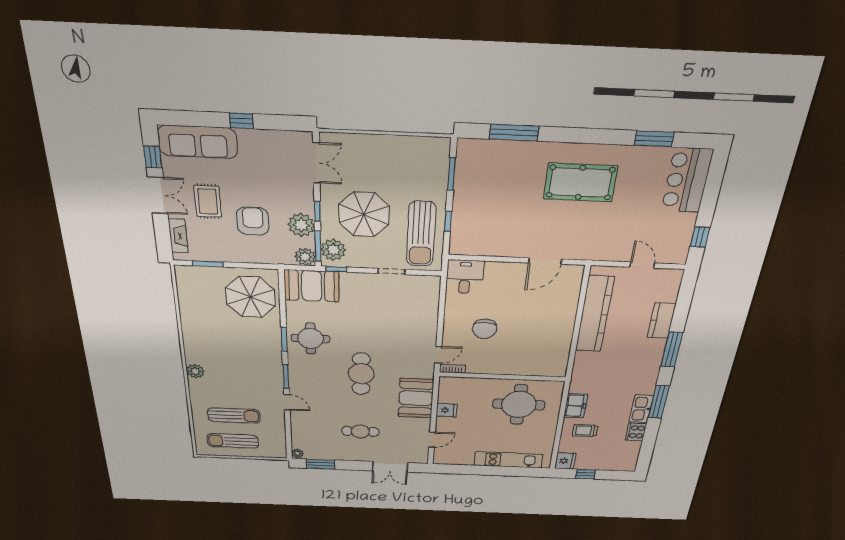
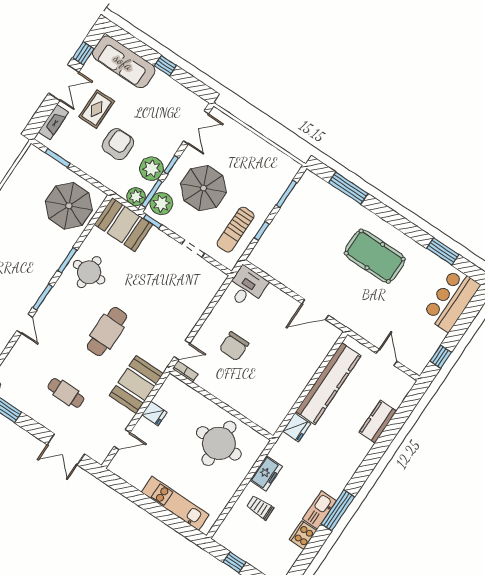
sun lounger: (421, 234) -> (236, 230), width x0.73, depth x0.75
window: (672, 349) -> (373, 457), removed
fridge: (565, 461) -> (297, 427), moved

